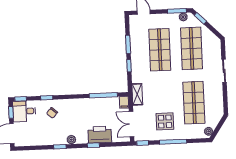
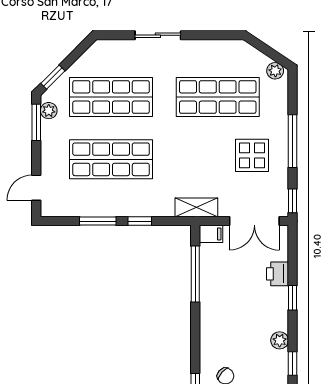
printer: (100, 135) -> (277, 274), width x0.53, depth x0.68

